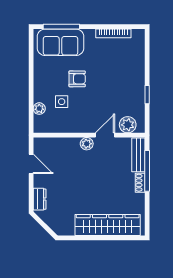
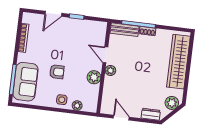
door: (147, 66) -> (53, 14), added
armchair: (77, 79) -> (57, 72), turned 90
side table: (62, 102) -> (62, 100), moved
plant: (128, 125) -> (94, 77), moved
door: (31, 164) -> (121, 118), hinge flipped
plant: (56, 223) -> (172, 103), added

